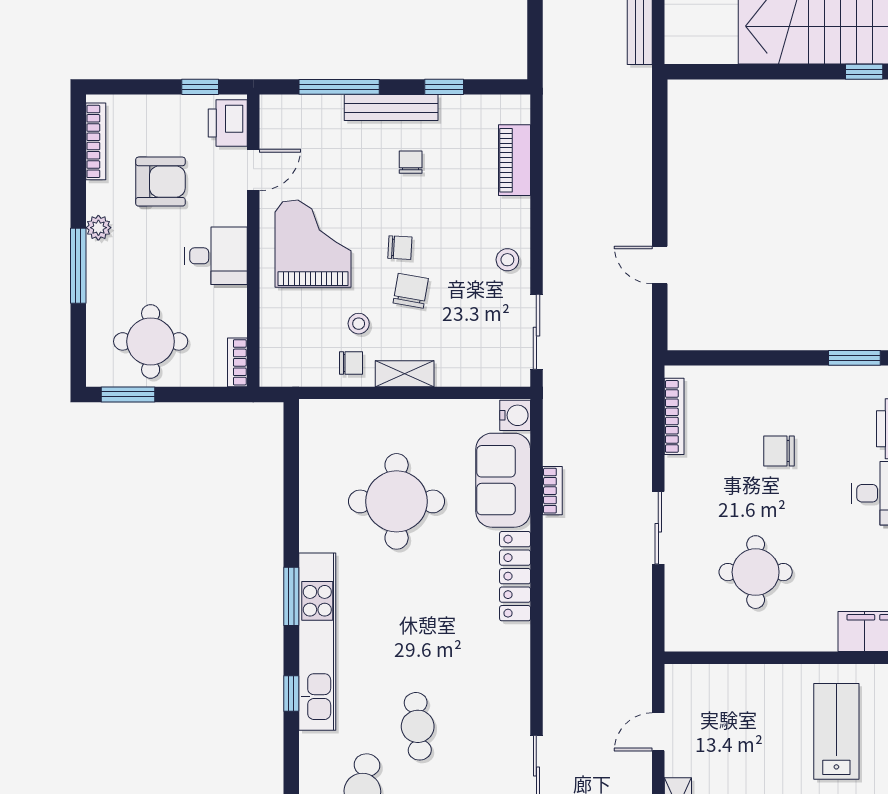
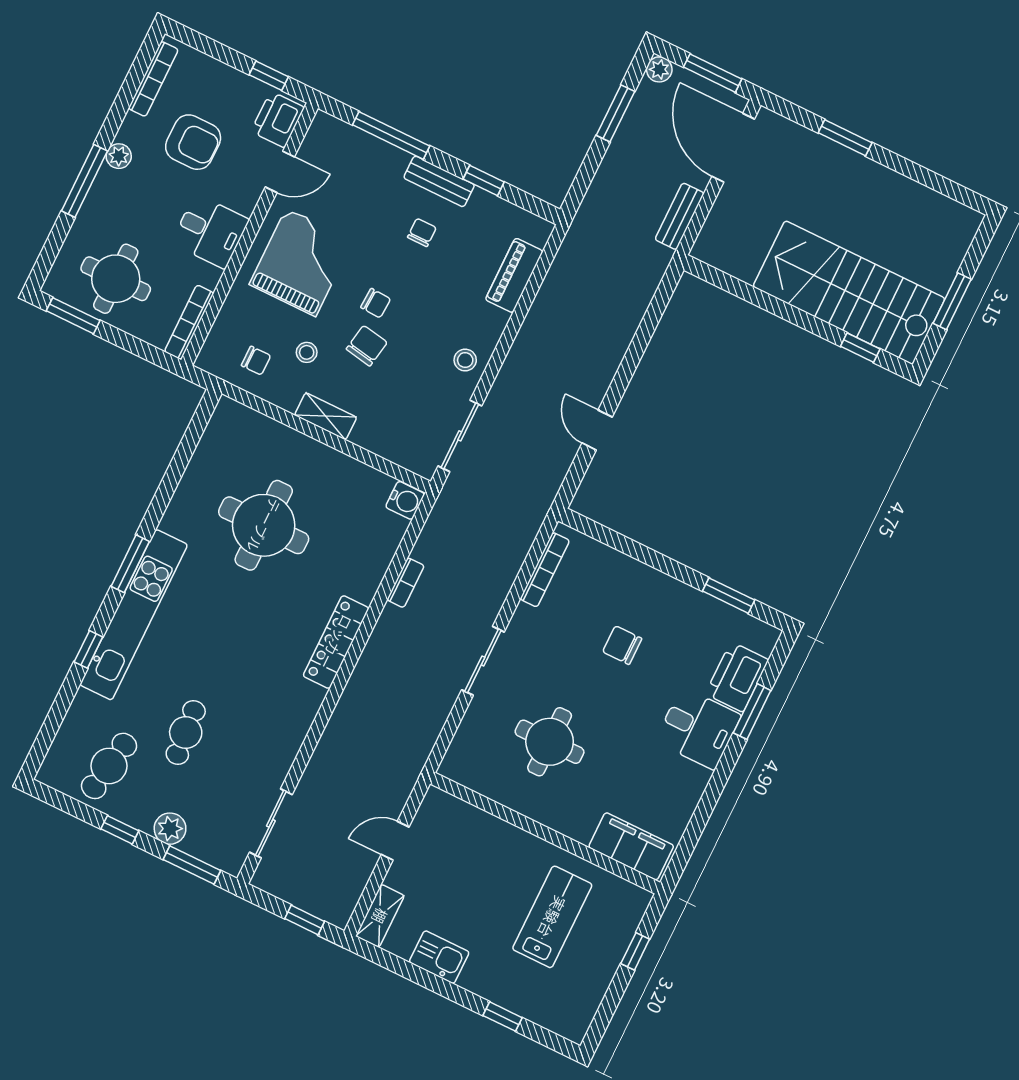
bench: (391, 108) -> (439, 181), width x0.73
bookcase: (237, 362) -> (189, 322), width x1.56
chair: (351, 363) -> (256, 361), moved
sofa: (503, 480) -> (367, 552), removed

